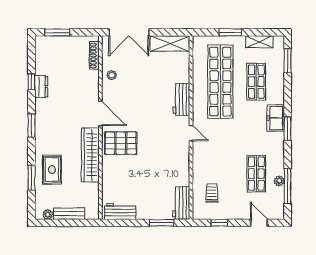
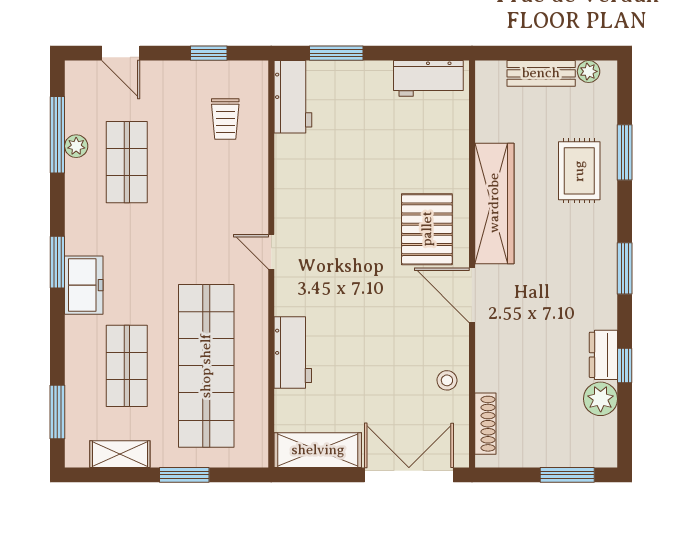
plant: (42, 67) -> (601, 399), added
workbench: (181, 100) -> (293, 353), moved
pallet: (121, 143) -> (427, 229), turned 90

